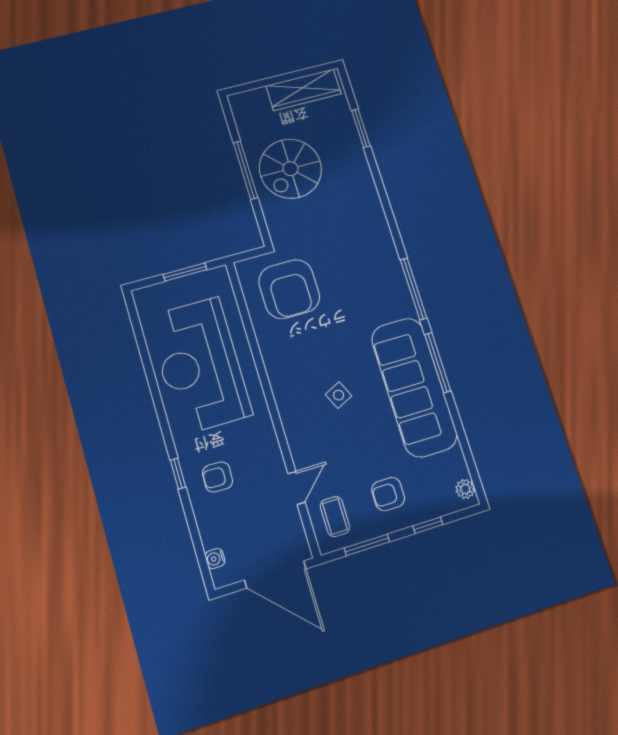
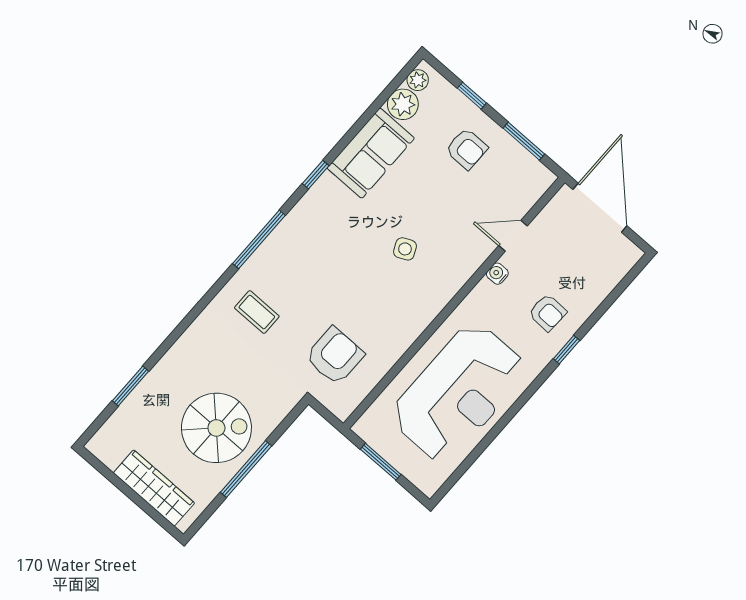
wardrobe: (304, 90) -> (154, 488), moved
armchair: (289, 289) -> (335, 356), width x0.73, depth x0.73
window: (438, 363) -> (316, 175), width x0.46
sofa: (414, 387) -> (371, 153), width x0.54, depth x0.79
plant: (453, 465) -> (403, 104), added
coffee table: (335, 517) -> (257, 312), moved, turned 90
water cooler: (215, 559) -> (497, 274), moved, turned 180

